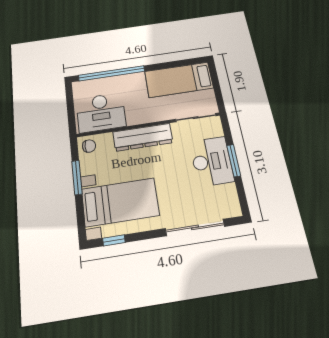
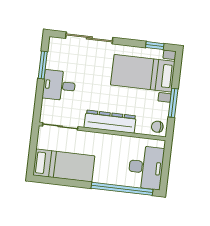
desk: (101, 113) -> (146, 167), moved, turned 90
desk: (212, 161) -> (59, 85), width x0.73
window: (234, 161) -> (43, 65), moved

